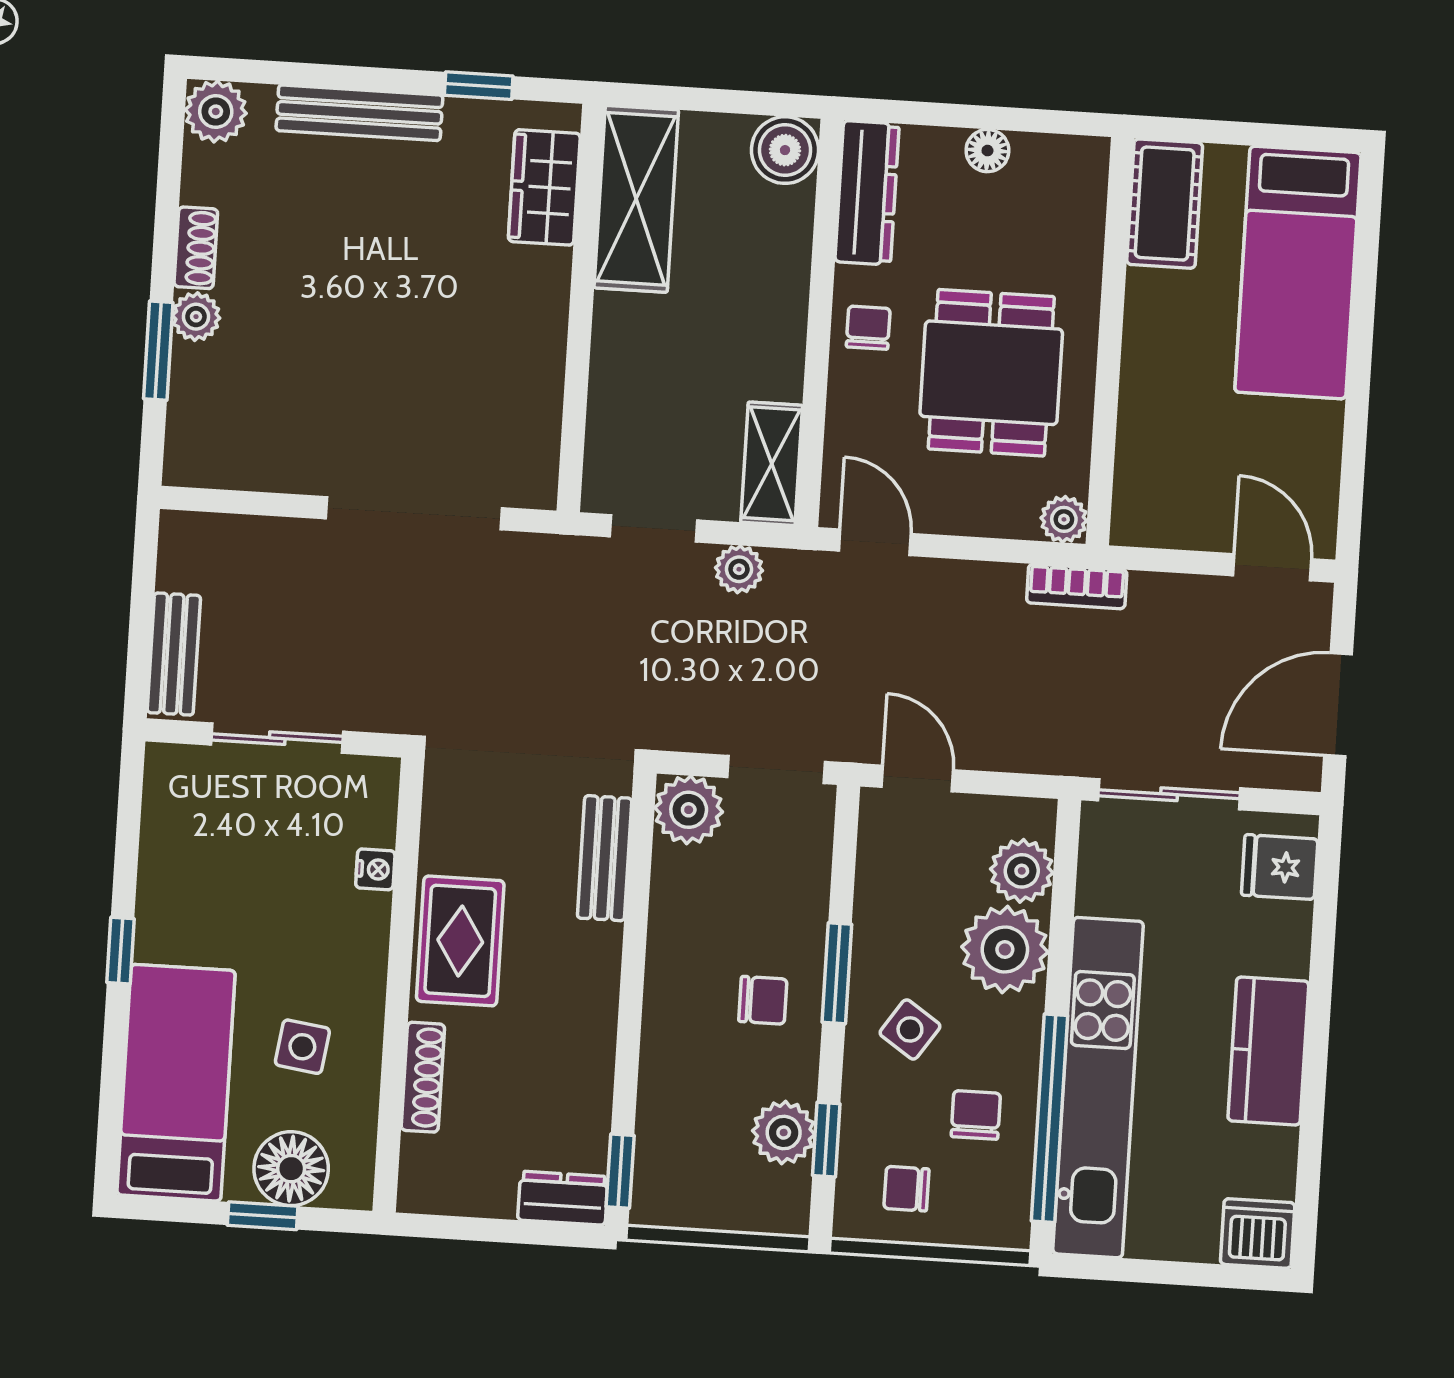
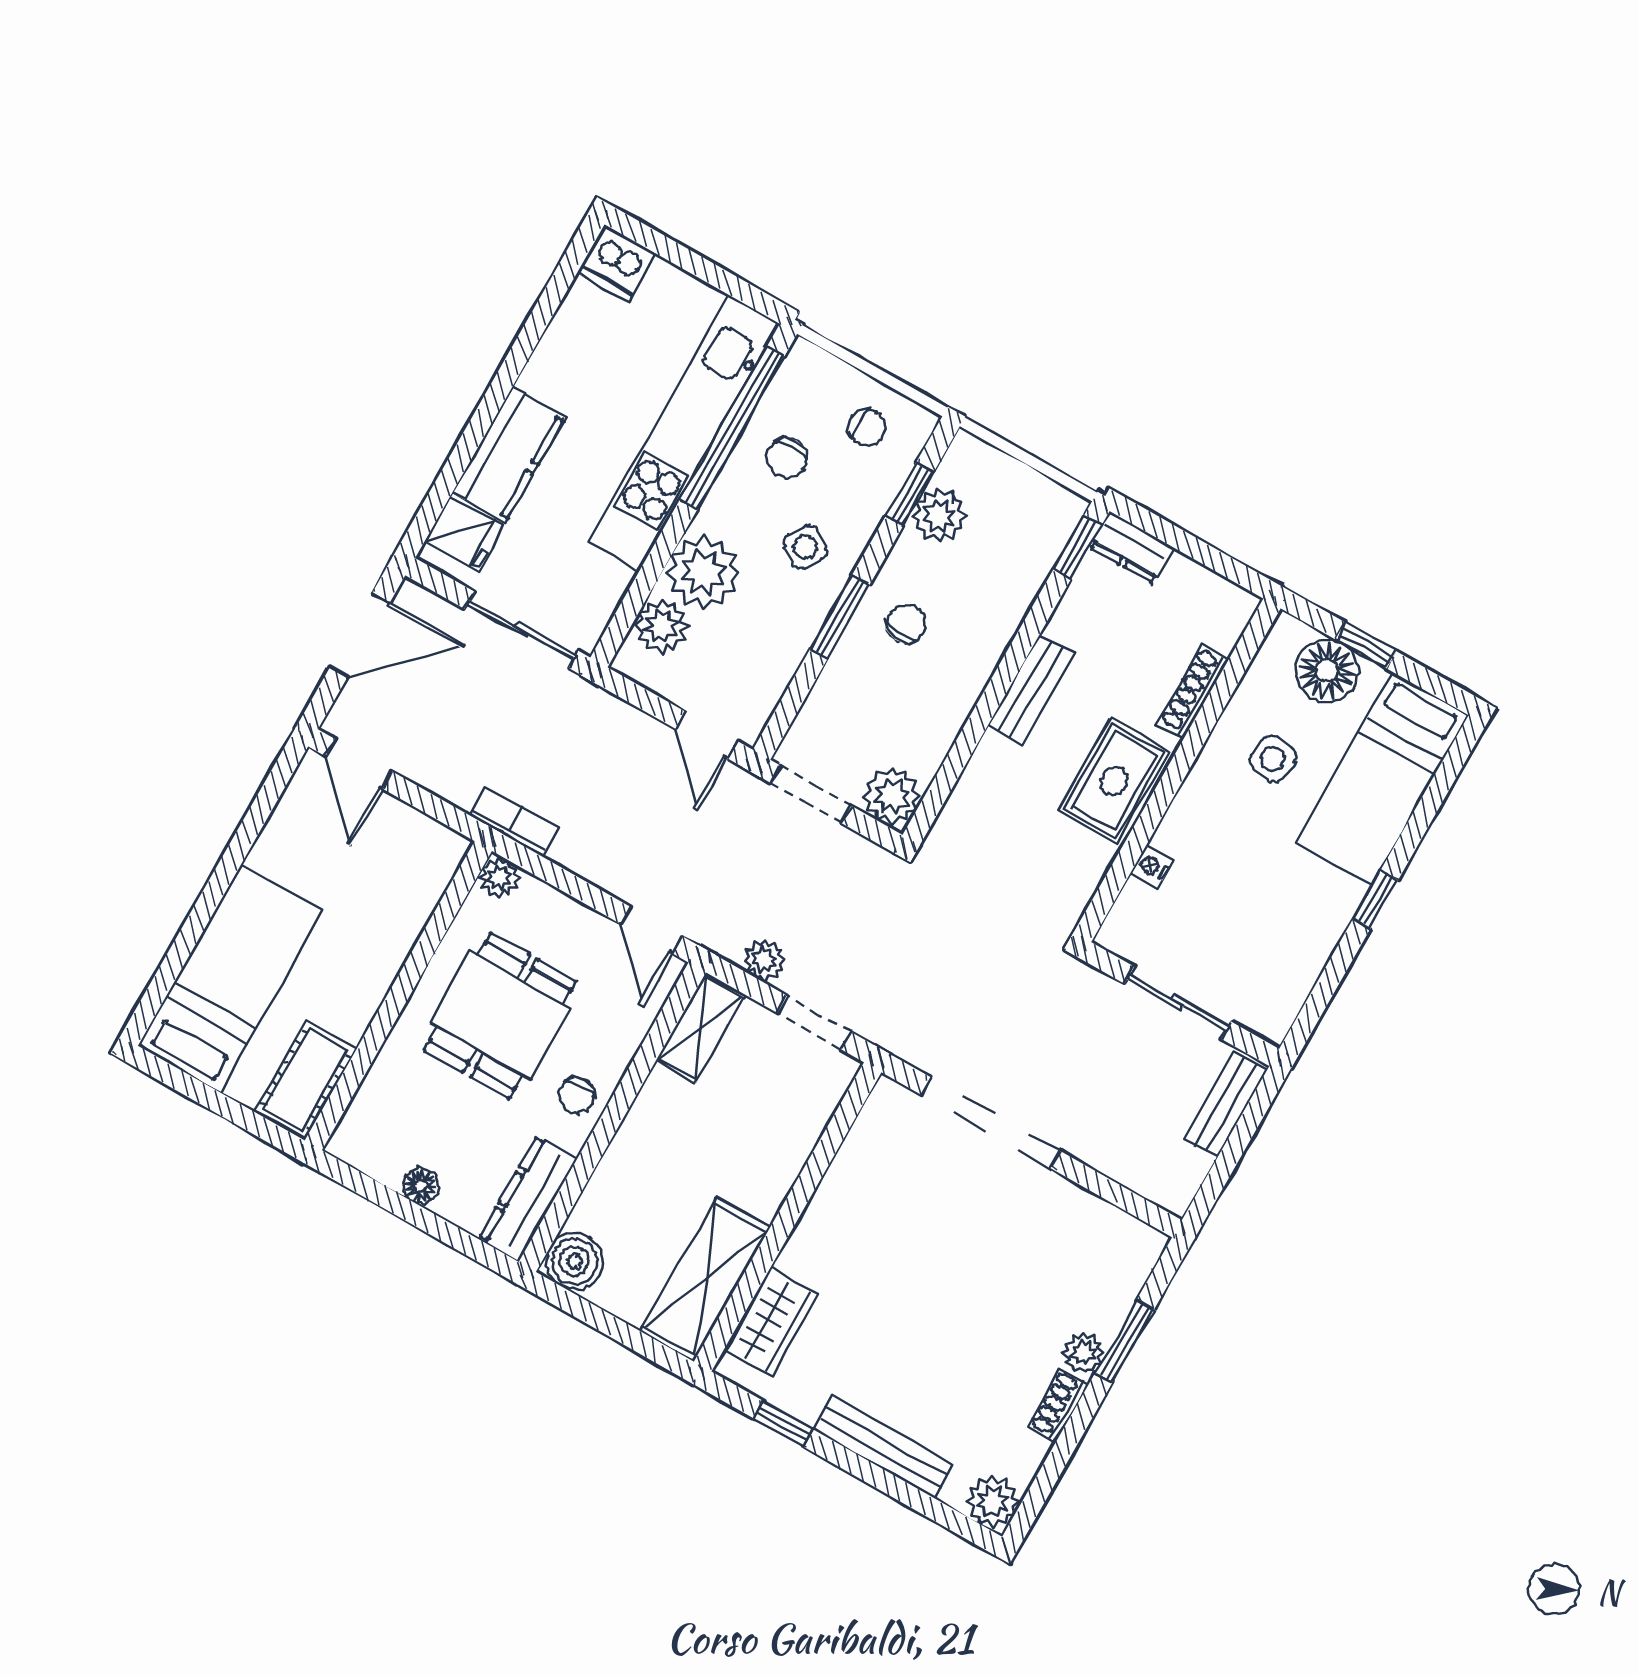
bench: (605, 858) -> (1031, 689), moved
chair: (763, 1000) -> (906, 624), turned 95
kitchen counter: (1268, 1051) -> (509, 454), moved

